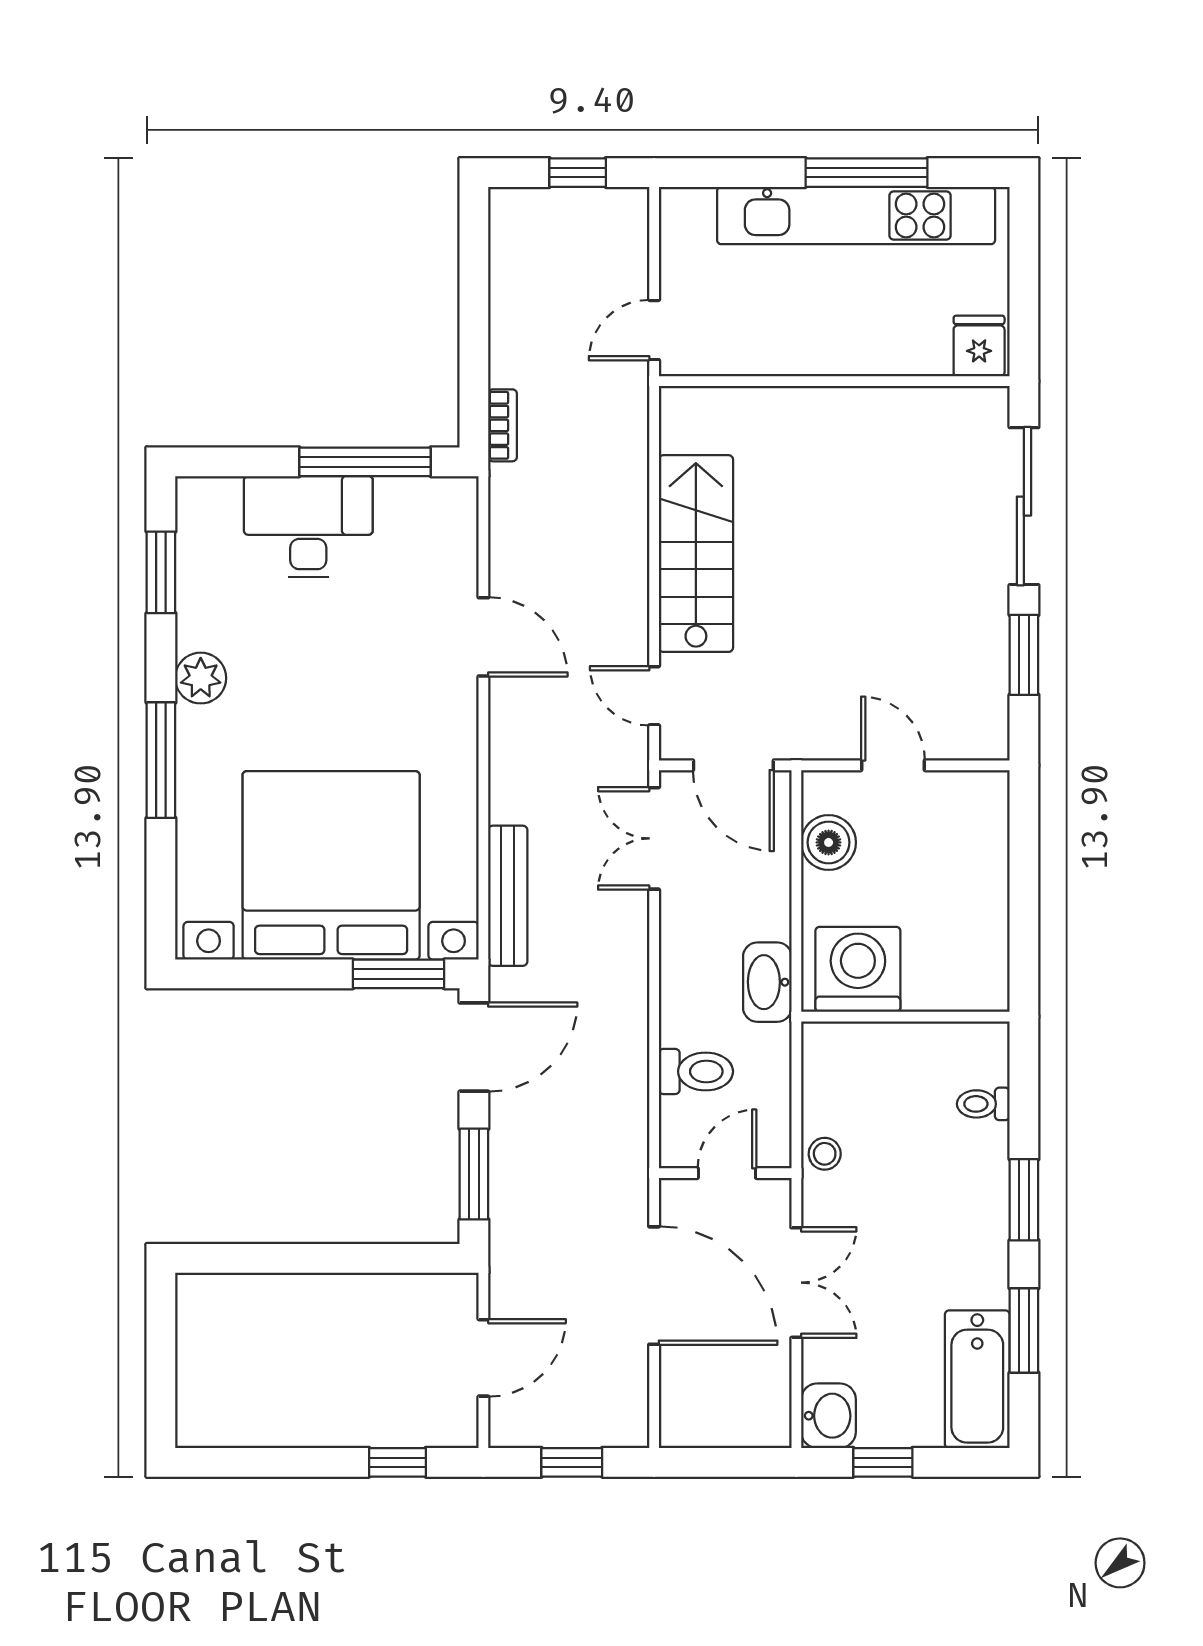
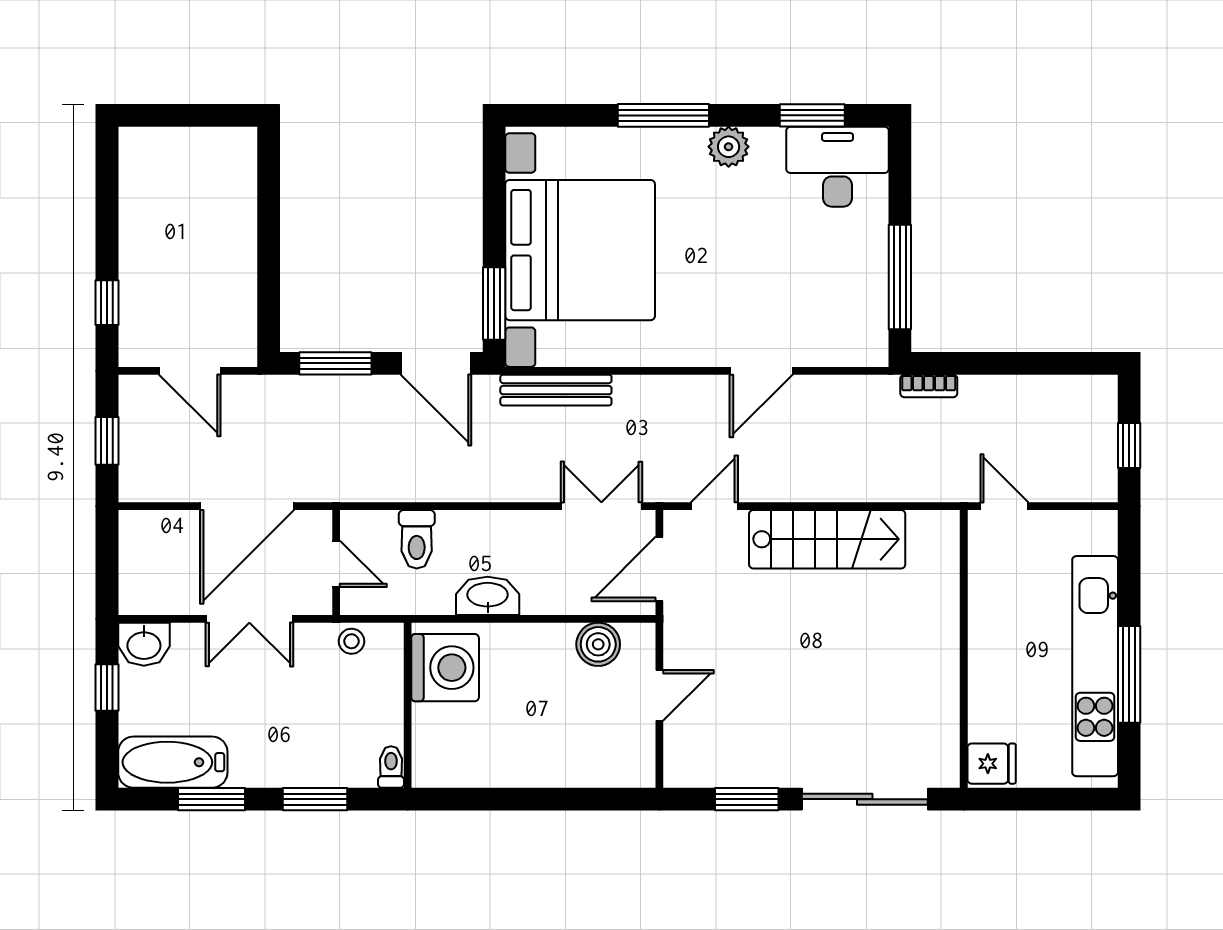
desk: (308, 527) -> (838, 167), moved, turned -90
washing machine: (858, 969) -> (445, 668), moved
wall: (905, 1017) -> (408, 705), moved

